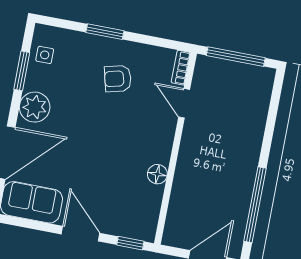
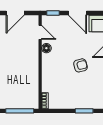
armchair: (118, 79) -> (80, 65), moved
door: (184, 103) -> (40, 32), moved

